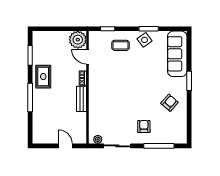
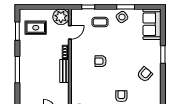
sofa: (177, 54) -> (152, 24), width x0.73
door: (88, 57) -> (70, 32), swing flipped
rug: (43, 77) -> (36, 28), moved, turned 90
armchair: (121, 88) -> (100, 61), added

